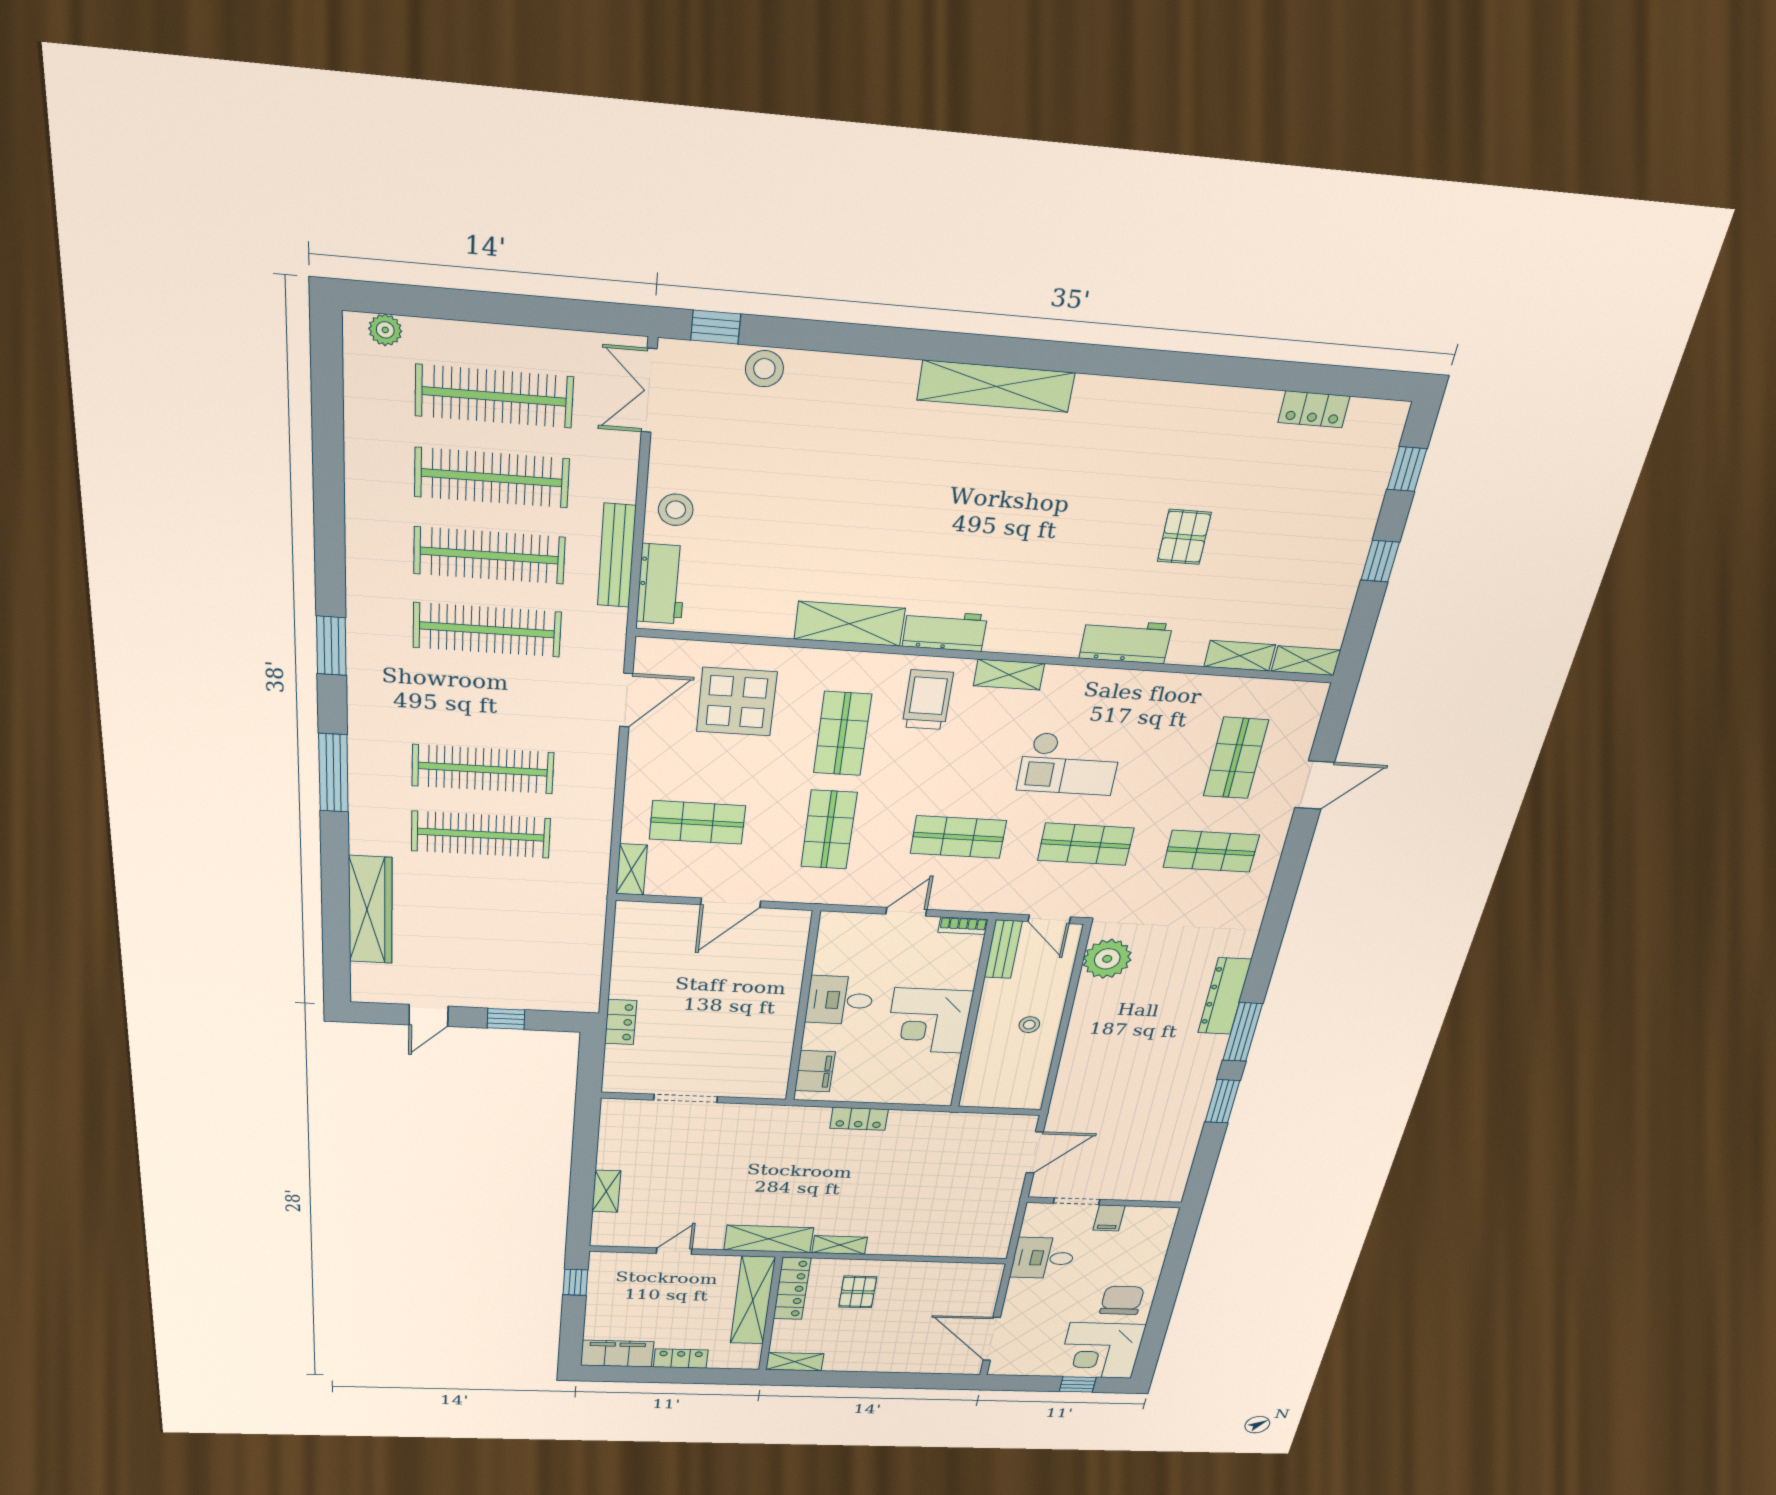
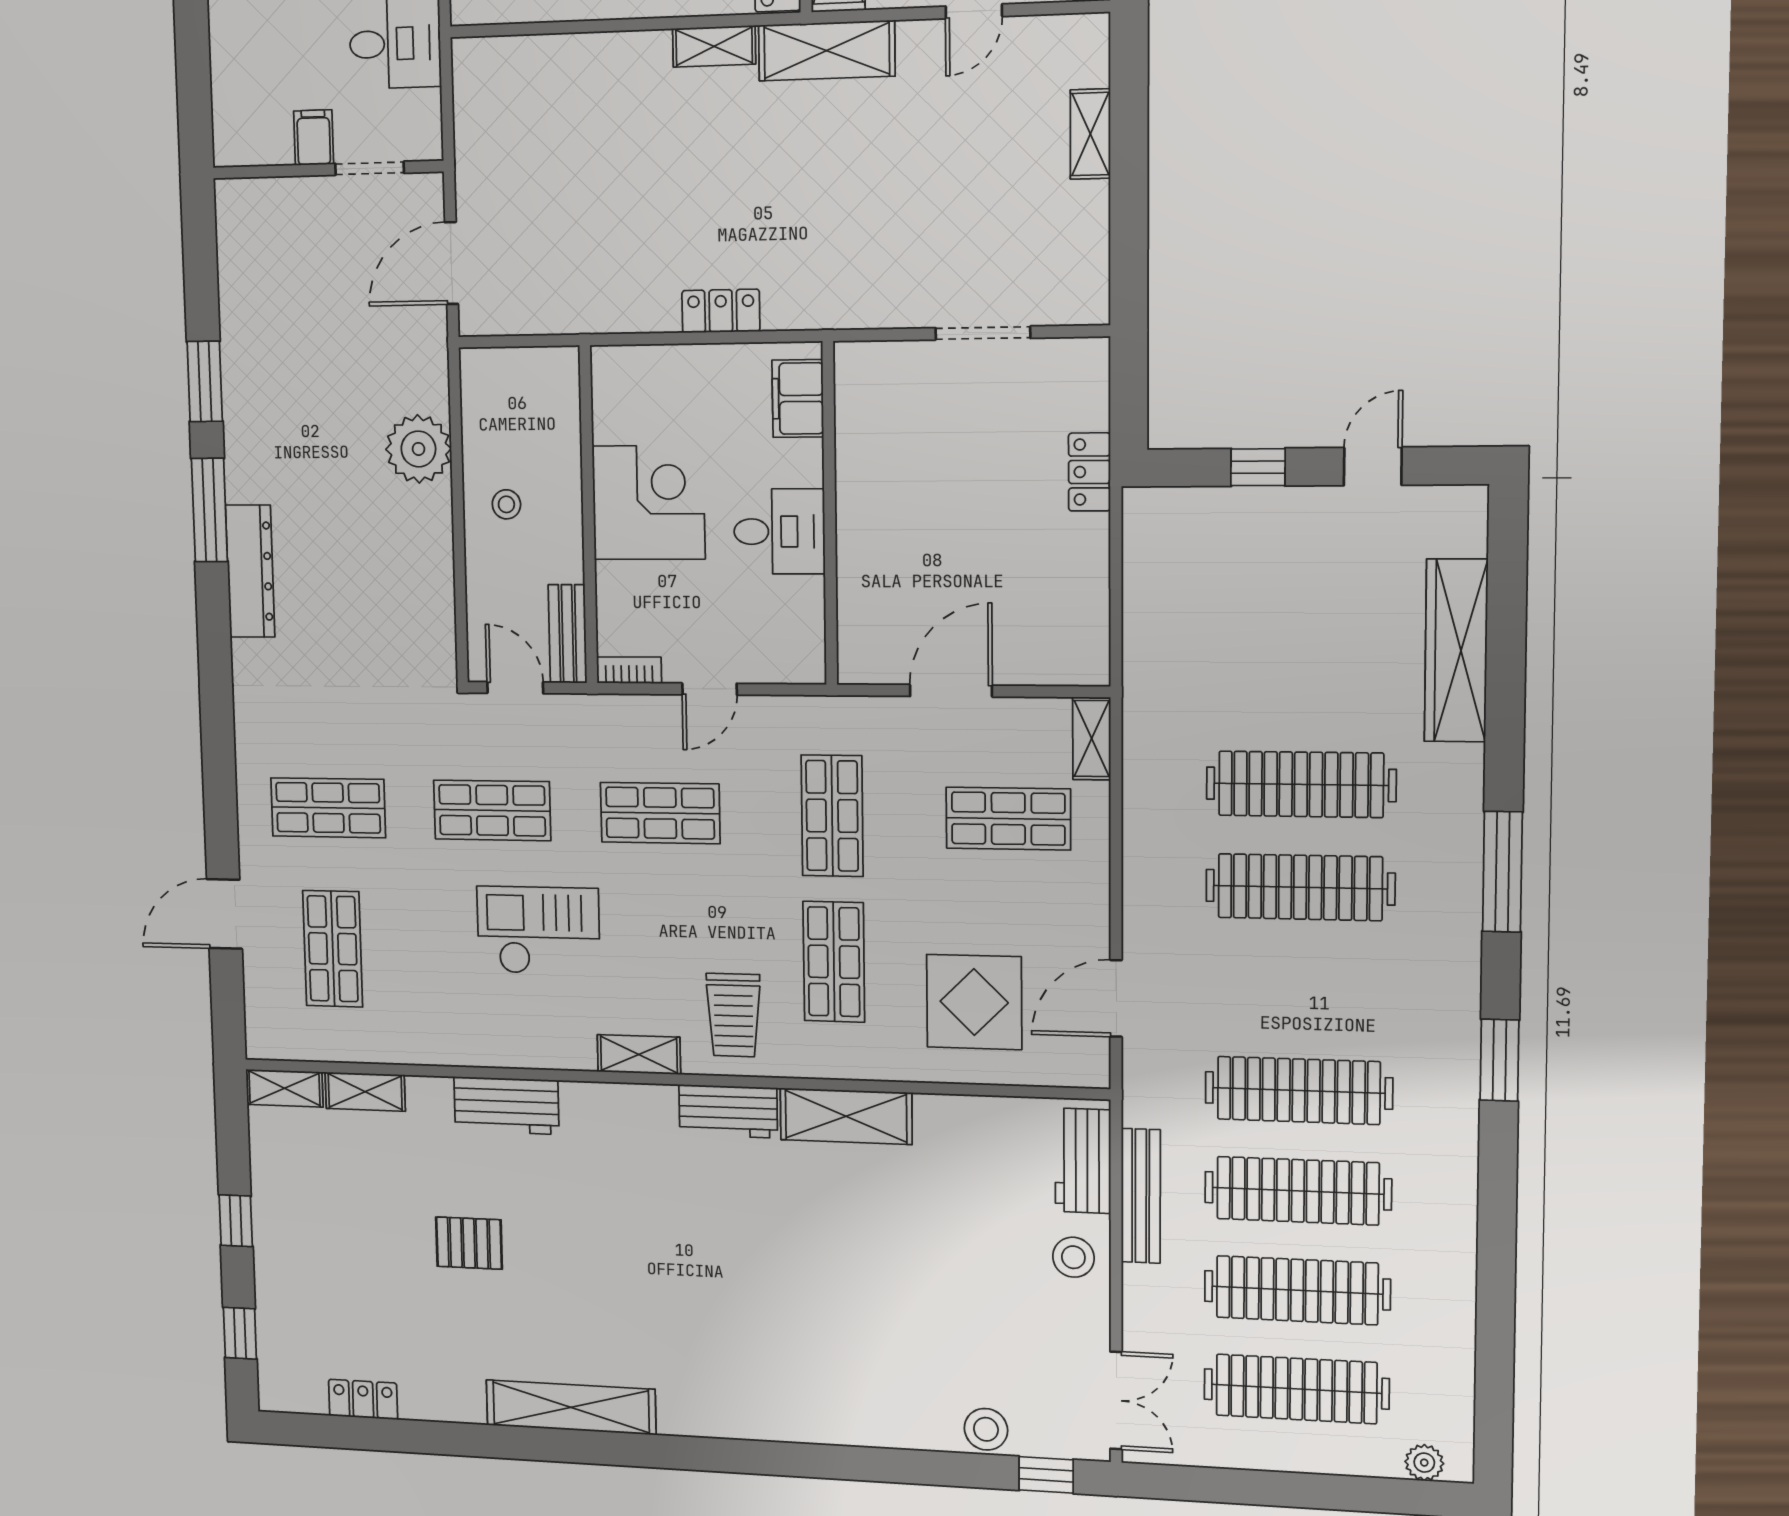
shelving: (996, 386) -> (571, 1407), moved
pallet: (1184, 537) -> (469, 1243), turned 90
plant: (1107, 959) -> (418, 449), moved

